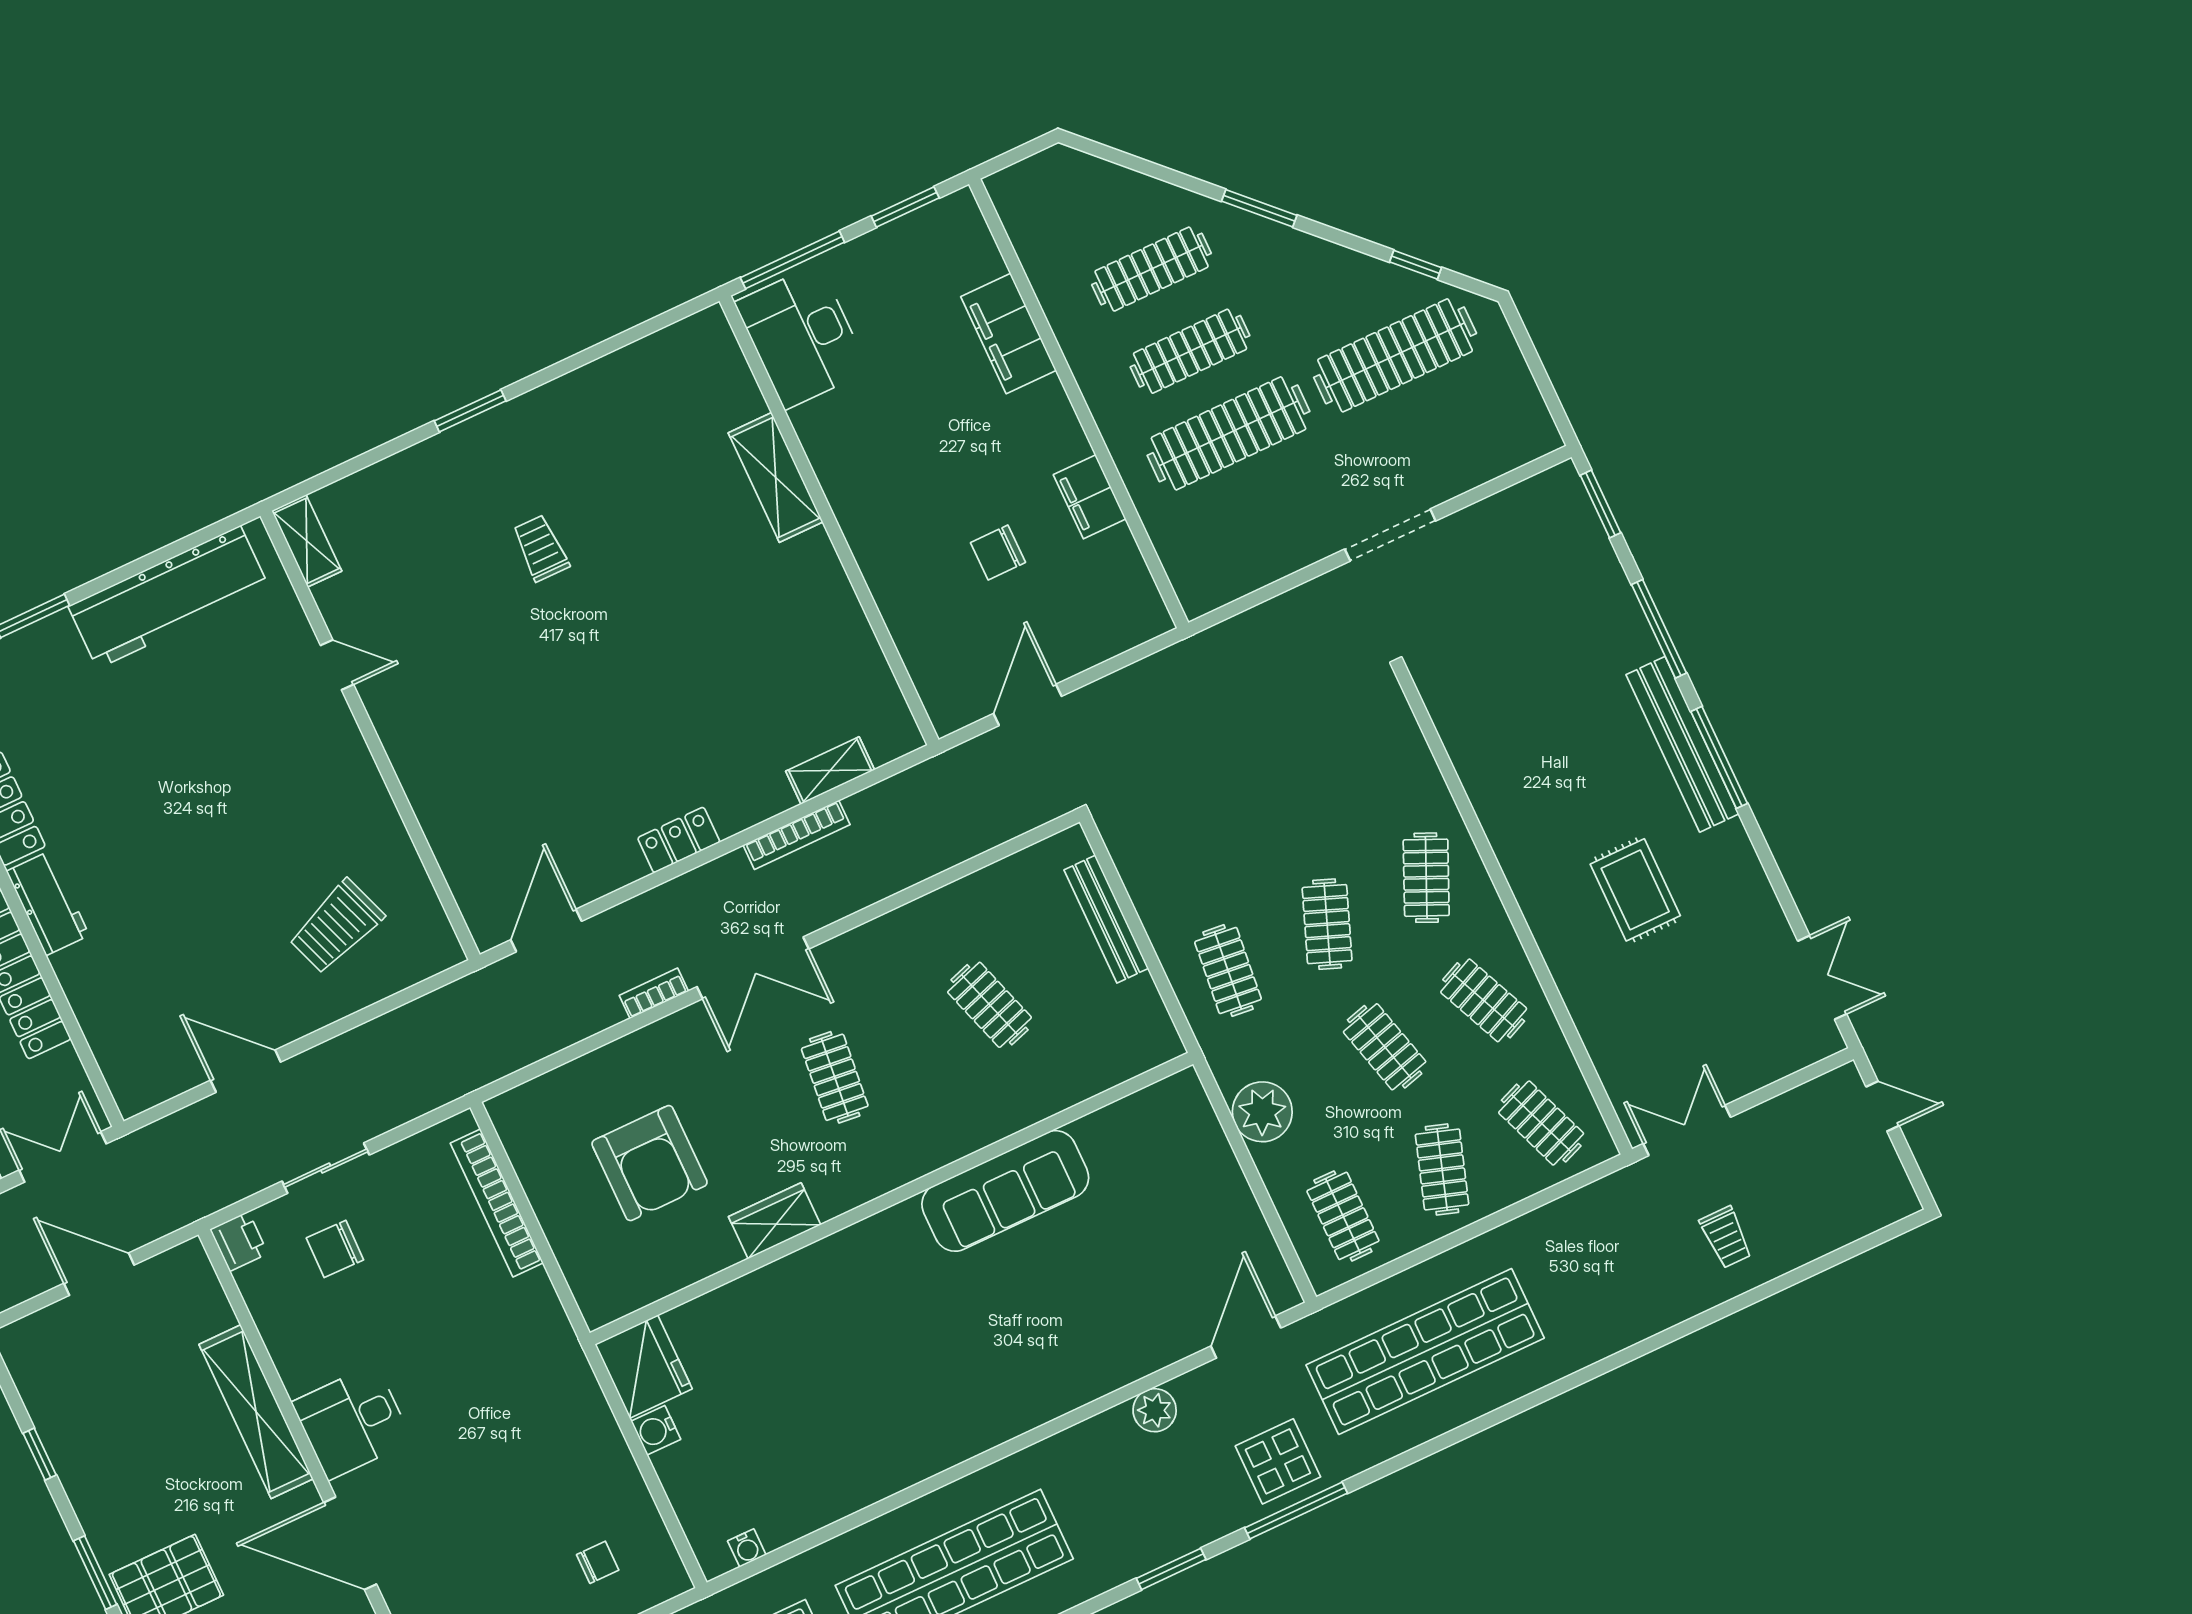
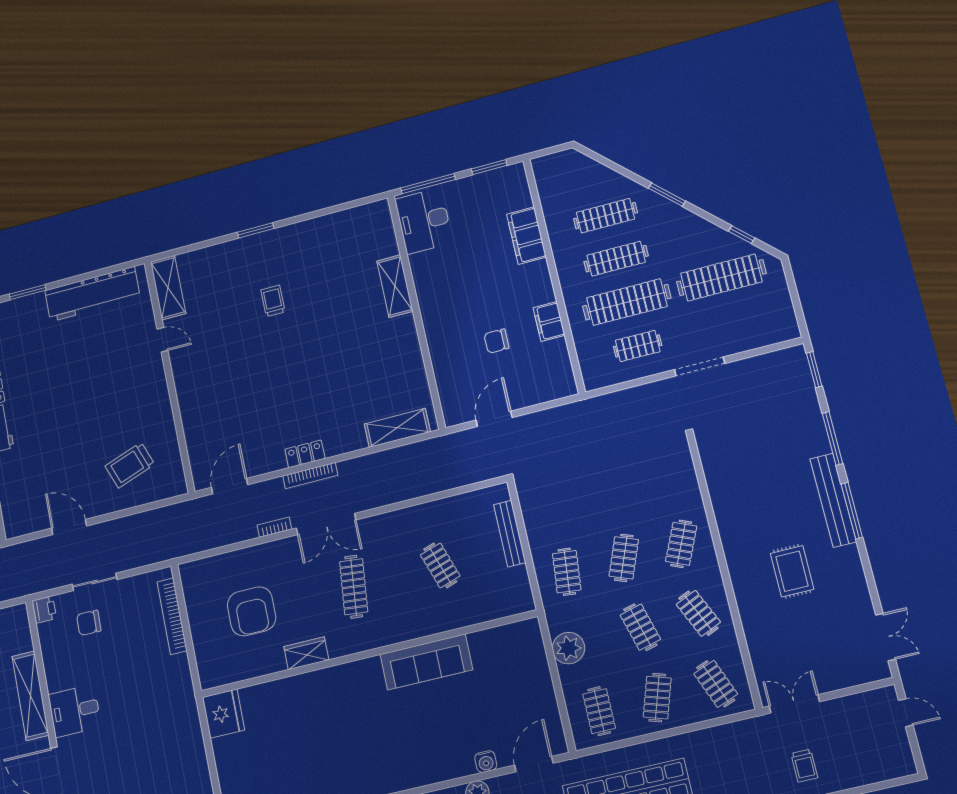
clothes rail: (1267, 516) -> (638, 346), added
shelving: (307, 541) -> (168, 288), width x1.50, depth x1.33
shelving: (830, 770) -> (397, 428), width x1.50, depth x1.33
bookcase: (797, 835) -> (310, 476), moved
clothes rail: (835, 1077) -> (354, 587), width x1.36
water cooler: (656, 1430) -> (486, 762), moved, turned -90

